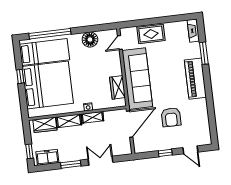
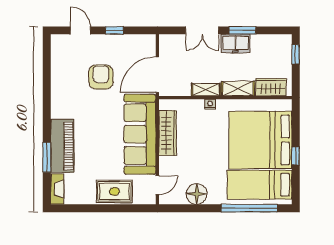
piano: (195, 79) -> (62, 146), moved
wardrobe: (118, 87) -> (168, 133), width x1.50
freezer: (47, 157) -> (235, 44), moved

